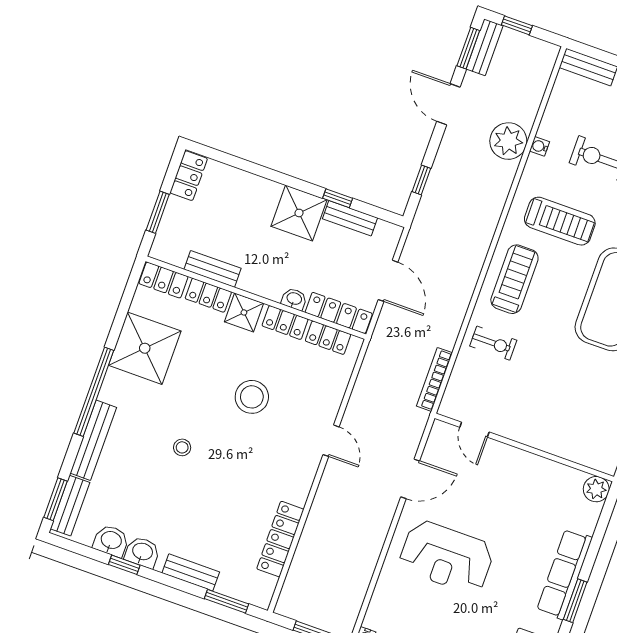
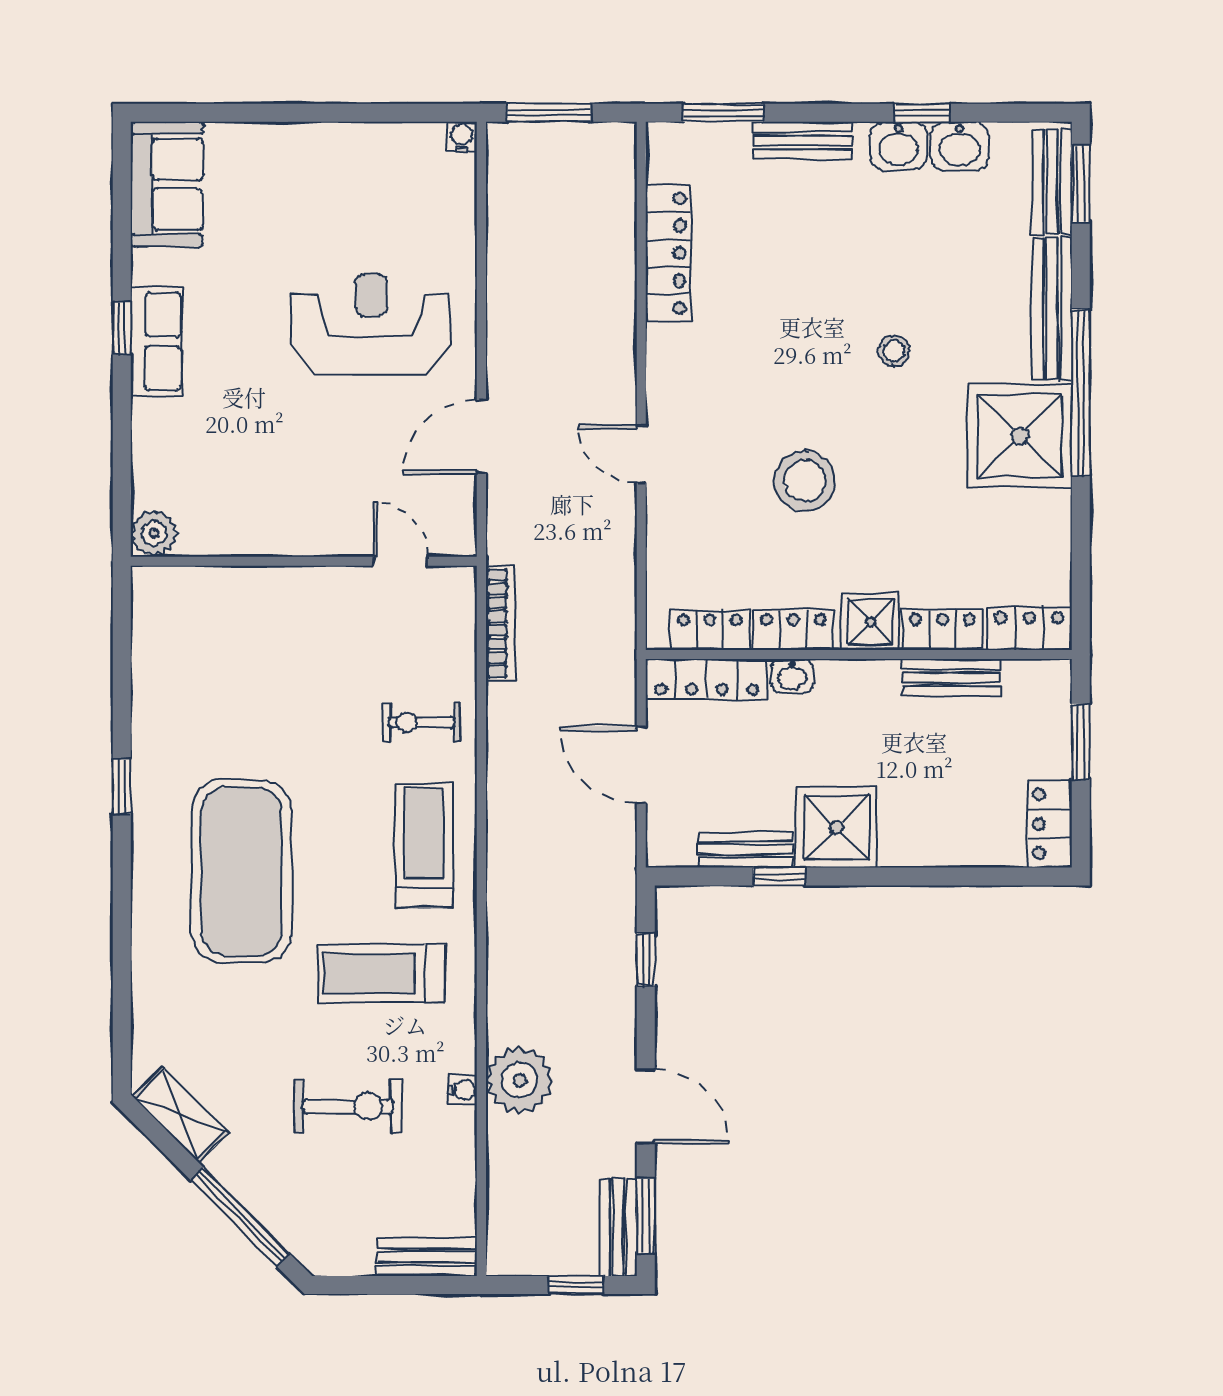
treadmill: (514, 279) -> (424, 846), turned 180
shower: (145, 348) -> (1020, 436), moved
row of seats: (564, 574) -> (157, 341), width x0.68
window: (575, 601) -> (122, 328), width x0.67

